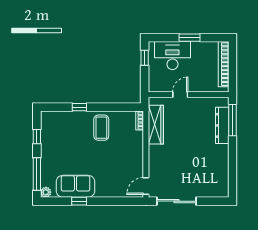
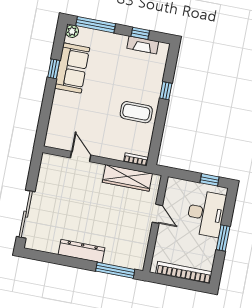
dresser: (222, 125) -> (81, 251), moved
fireplace: (46, 133) -> (143, 45), added
door: (146, 186) -> (81, 156), moved
sliding door: (176, 201) -> (26, 214), moved

